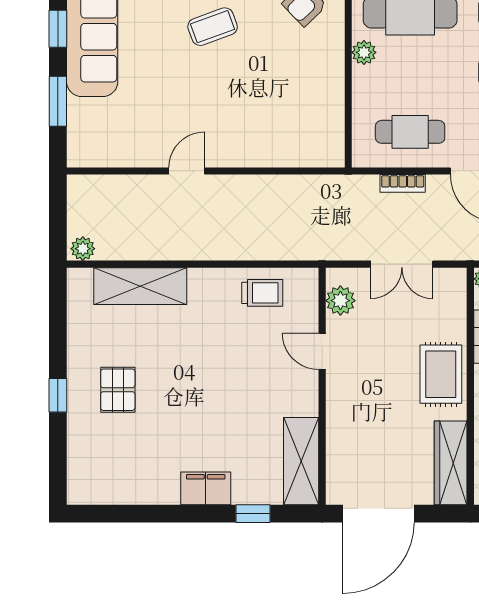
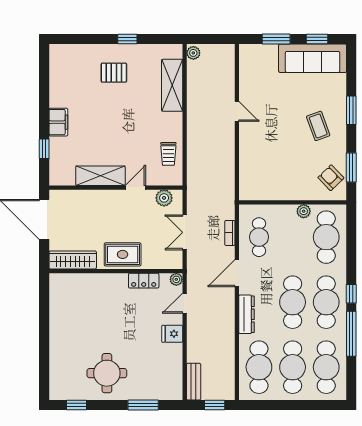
window: (58, 395) -> (127, 39), moved
shelving: (301, 461) -> (100, 176), moved

